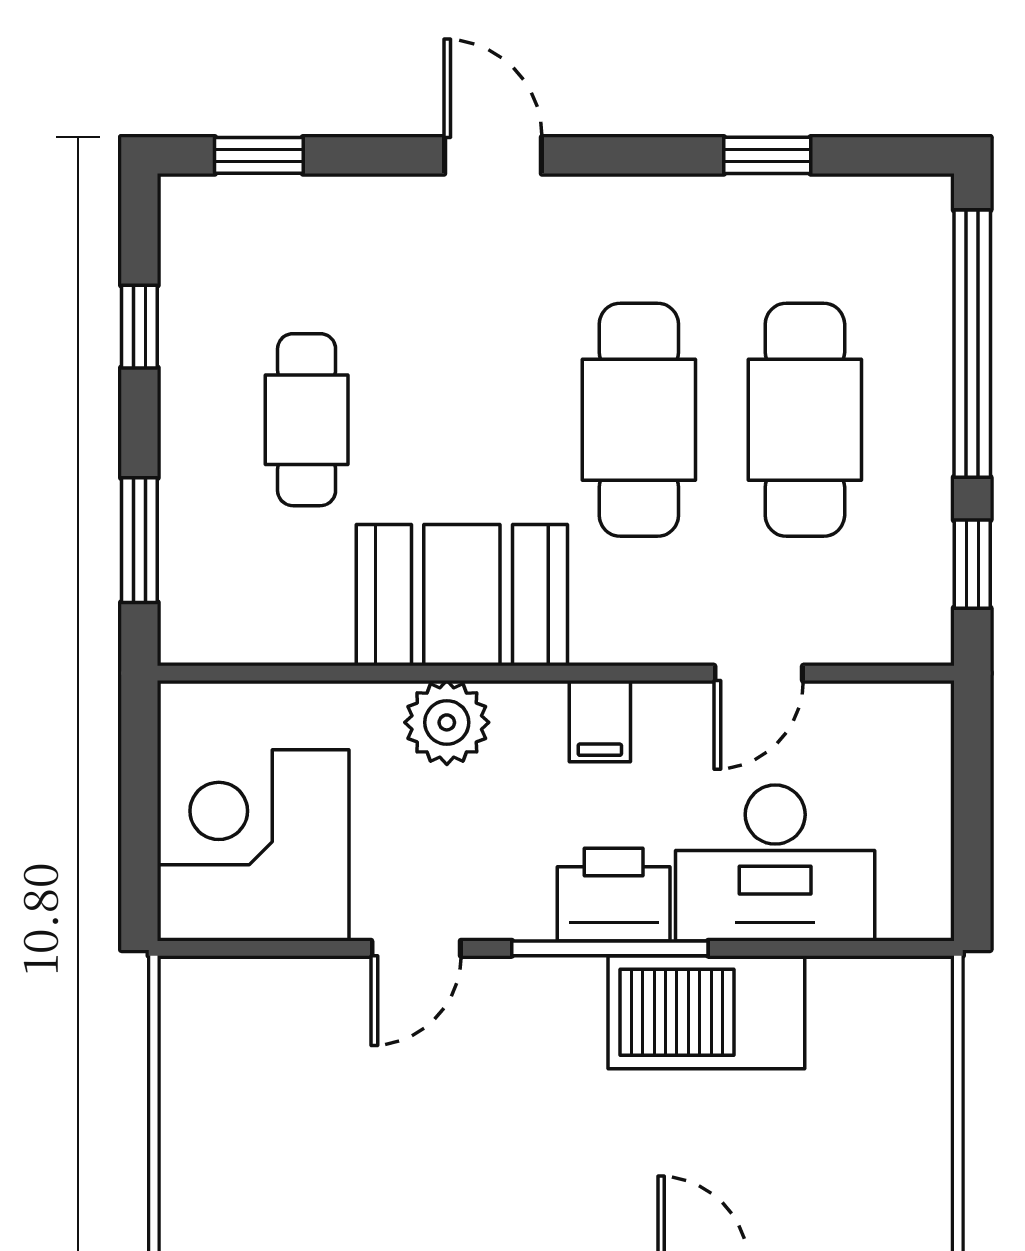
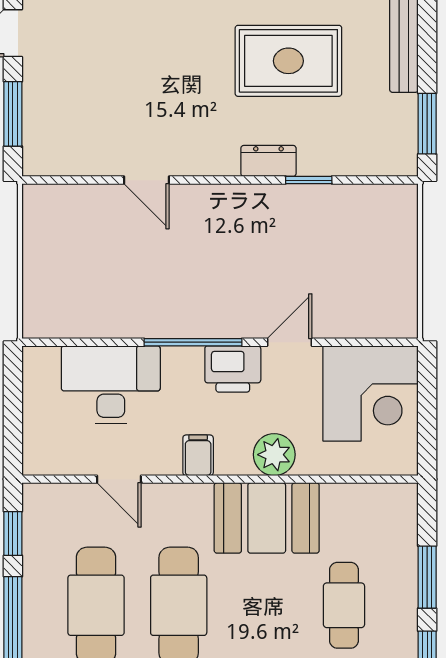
window: (139, 540) -> (427, 577), moved
door: (759, 673) -> (119, 479), swing flipped
printer: (614, 895) -> (233, 369), moved
barbecue: (706, 1012) -> (145, 310), removed

